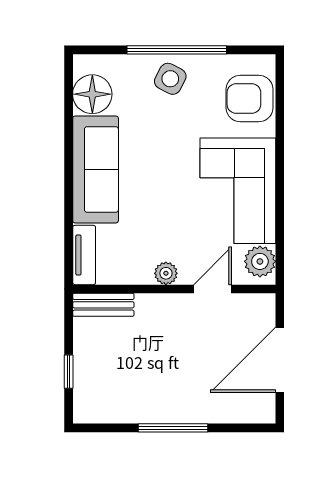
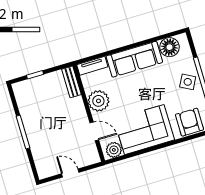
plant: (166, 273) -> (98, 101), width x1.88, depth x1.88
door: (280, 360) -> (70, 173), width x0.53

